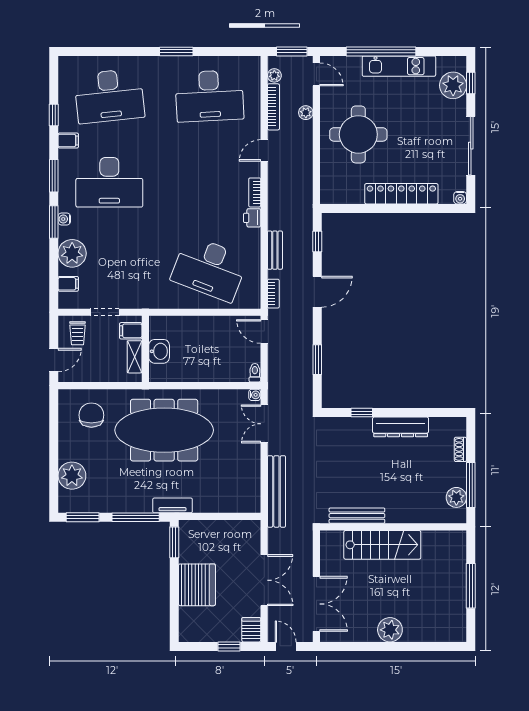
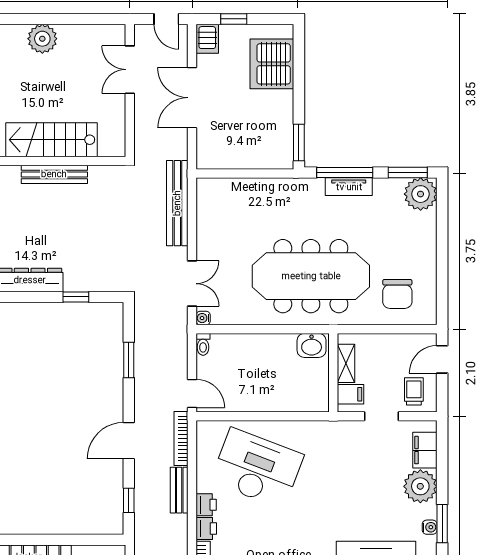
printer: (252, 238) -> (206, 505), added
filing cabinet: (68, 284) -> (425, 450), width x2.00
bookcase: (273, 294) -> (181, 438), width x1.56
washbasin: (159, 351) -> (312, 345), moved, turned -90
plant: (72, 476) -> (421, 194), moved
tv unit: (173, 505) -> (349, 187), moved
bench: (357, 516) -> (54, 174), moved
server rack: (197, 585) -> (272, 64), moved
double door: (316, 604) -> (130, 70), width x0.73

